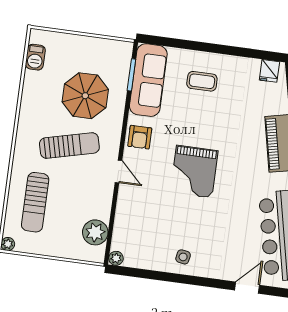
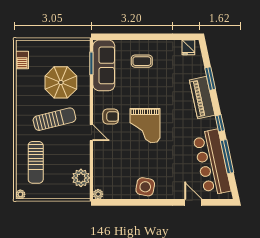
armchair: (140, 137) -> (111, 117), moved, turned -90
side table: (183, 257) -> (145, 187), width x1.87, depth x1.87
door: (247, 288) -> (193, 202), hinge flipped

